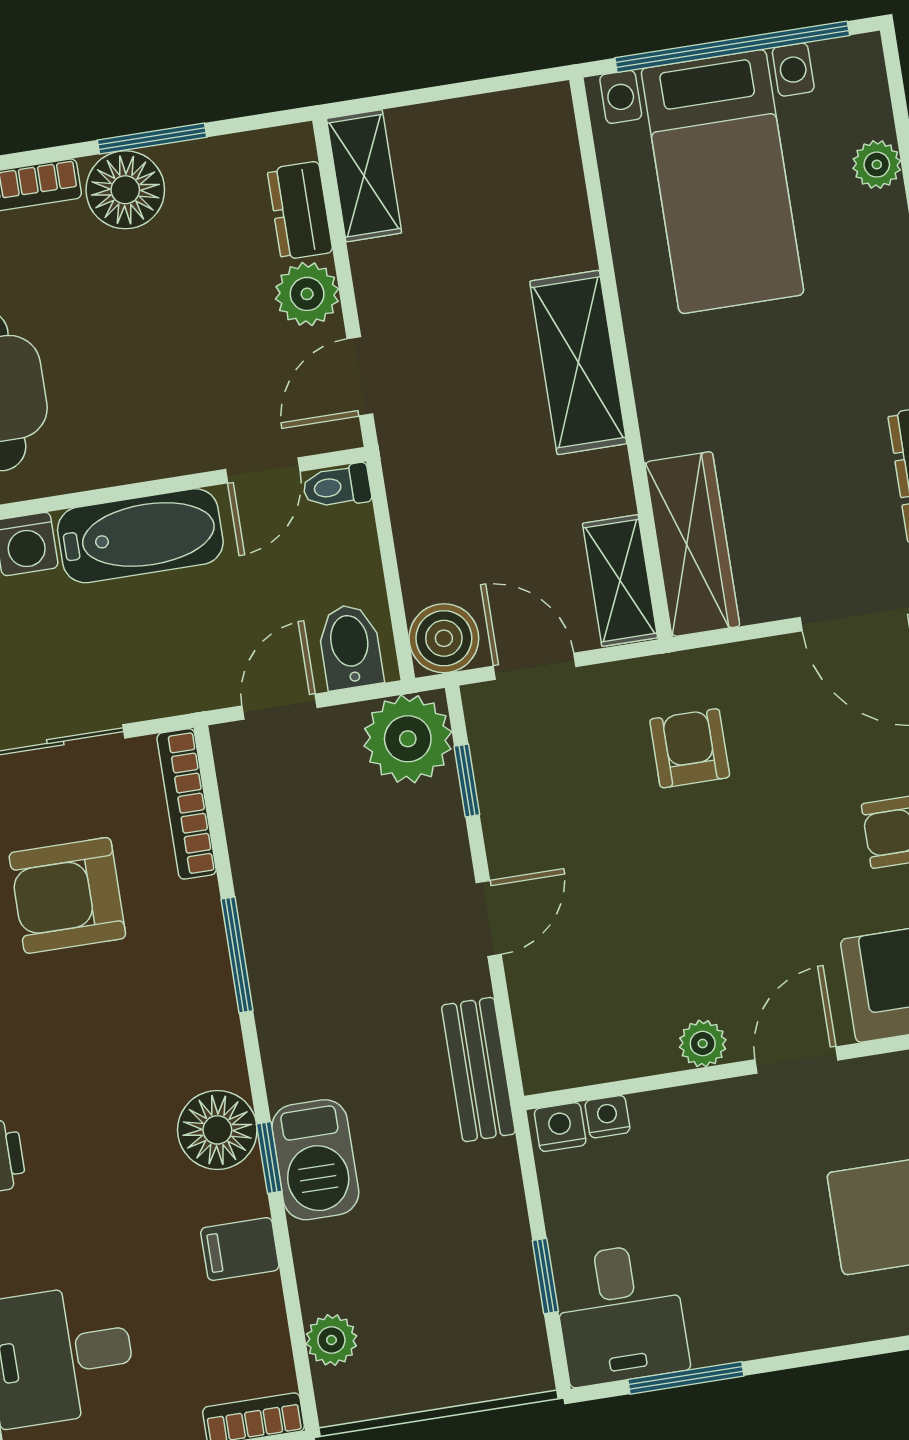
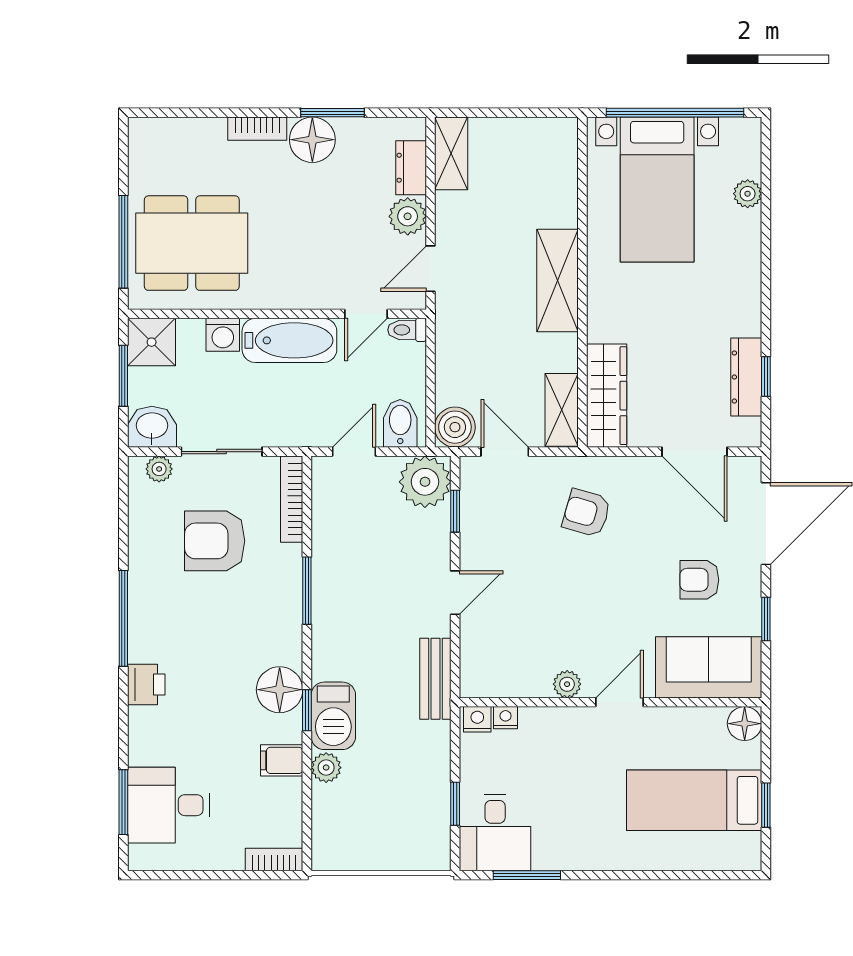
armchair: (690, 748) -> (586, 513), turned -74
plant: (331, 1340) -> (326, 768), moved

